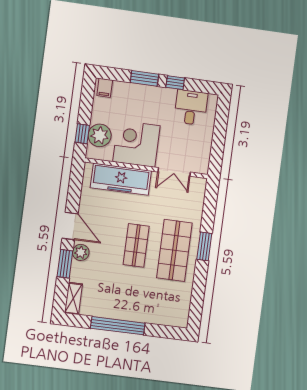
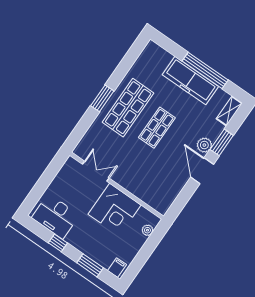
window: (144, 78) -> (90, 265), moved
desk: (191, 108) -> (55, 216), width x1.37
window: (82, 134) -> (154, 240), removed
plant: (100, 135) -> (147, 230), width x0.53, depth x0.53
freezer: (121, 179) -> (190, 81), moved, turned 180

